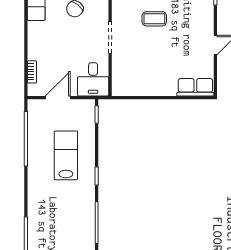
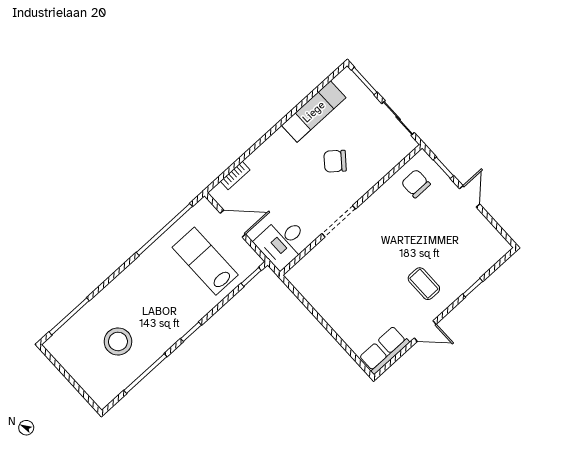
coffee table: (154, 19) -> (424, 284), moved
row of seats: (195, 87) -> (384, 350), moved, turned -90
lab bench: (66, 155) -> (205, 261), moved, turned -90
stool: (65, 222) -> (118, 341), added

